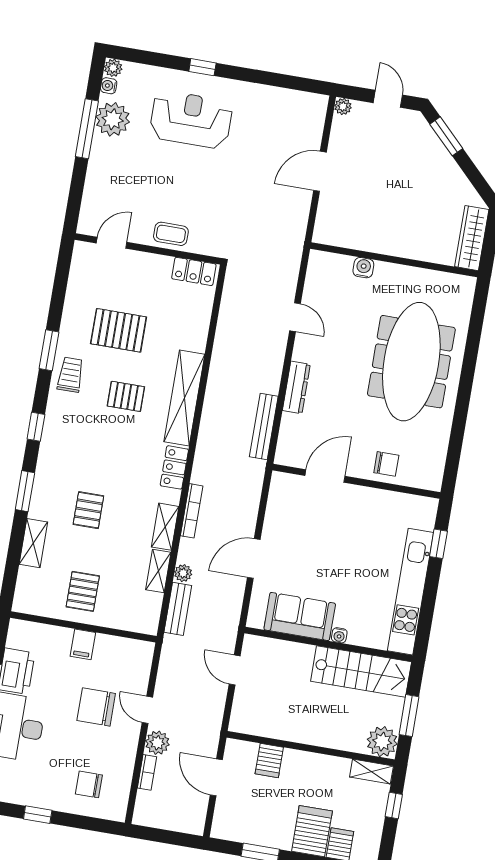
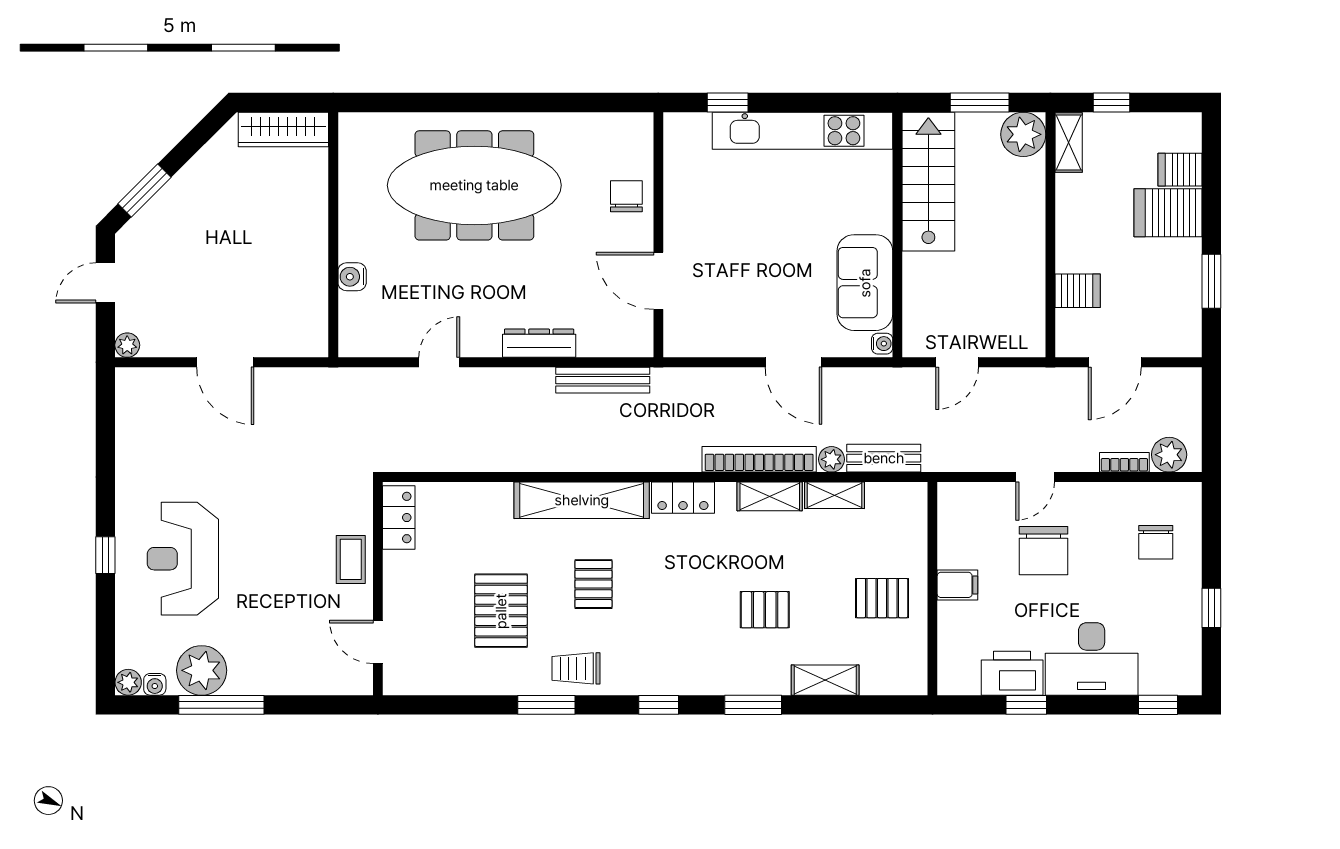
bookcase: (192, 511) -> (759, 459), width x1.48, depth x1.31
water cooler: (339, 635) -> (882, 344), moved
plant: (157, 743) -> (1169, 455), moved

